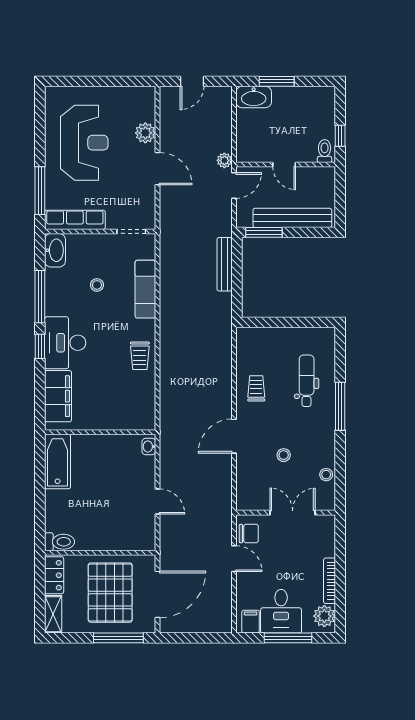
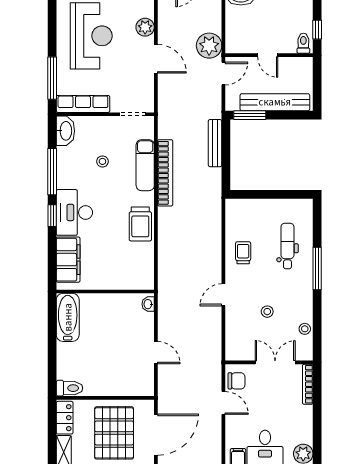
plant: (224, 160) -> (209, 46), width x1.88, depth x1.88
bookcase: (168, 298) -> (165, 173), added
trolley: (140, 356) -> (140, 224), width x1.36, depth x1.39
door: (234, 436) -> (223, 295), width x0.73
bookcase: (329, 581) -> (308, 384), moved

